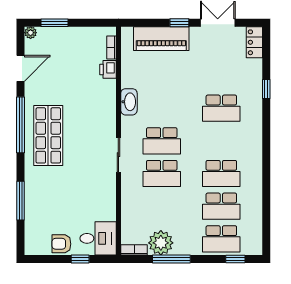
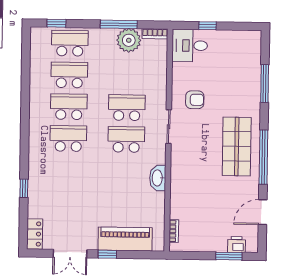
plant: (31, 33) -> (252, 247), removed
printer: (108, 69) -> (236, 244), moved, turned -90
school desk: (221, 108) -> (68, 139), moved
armchair: (61, 244) -> (195, 100), moved

